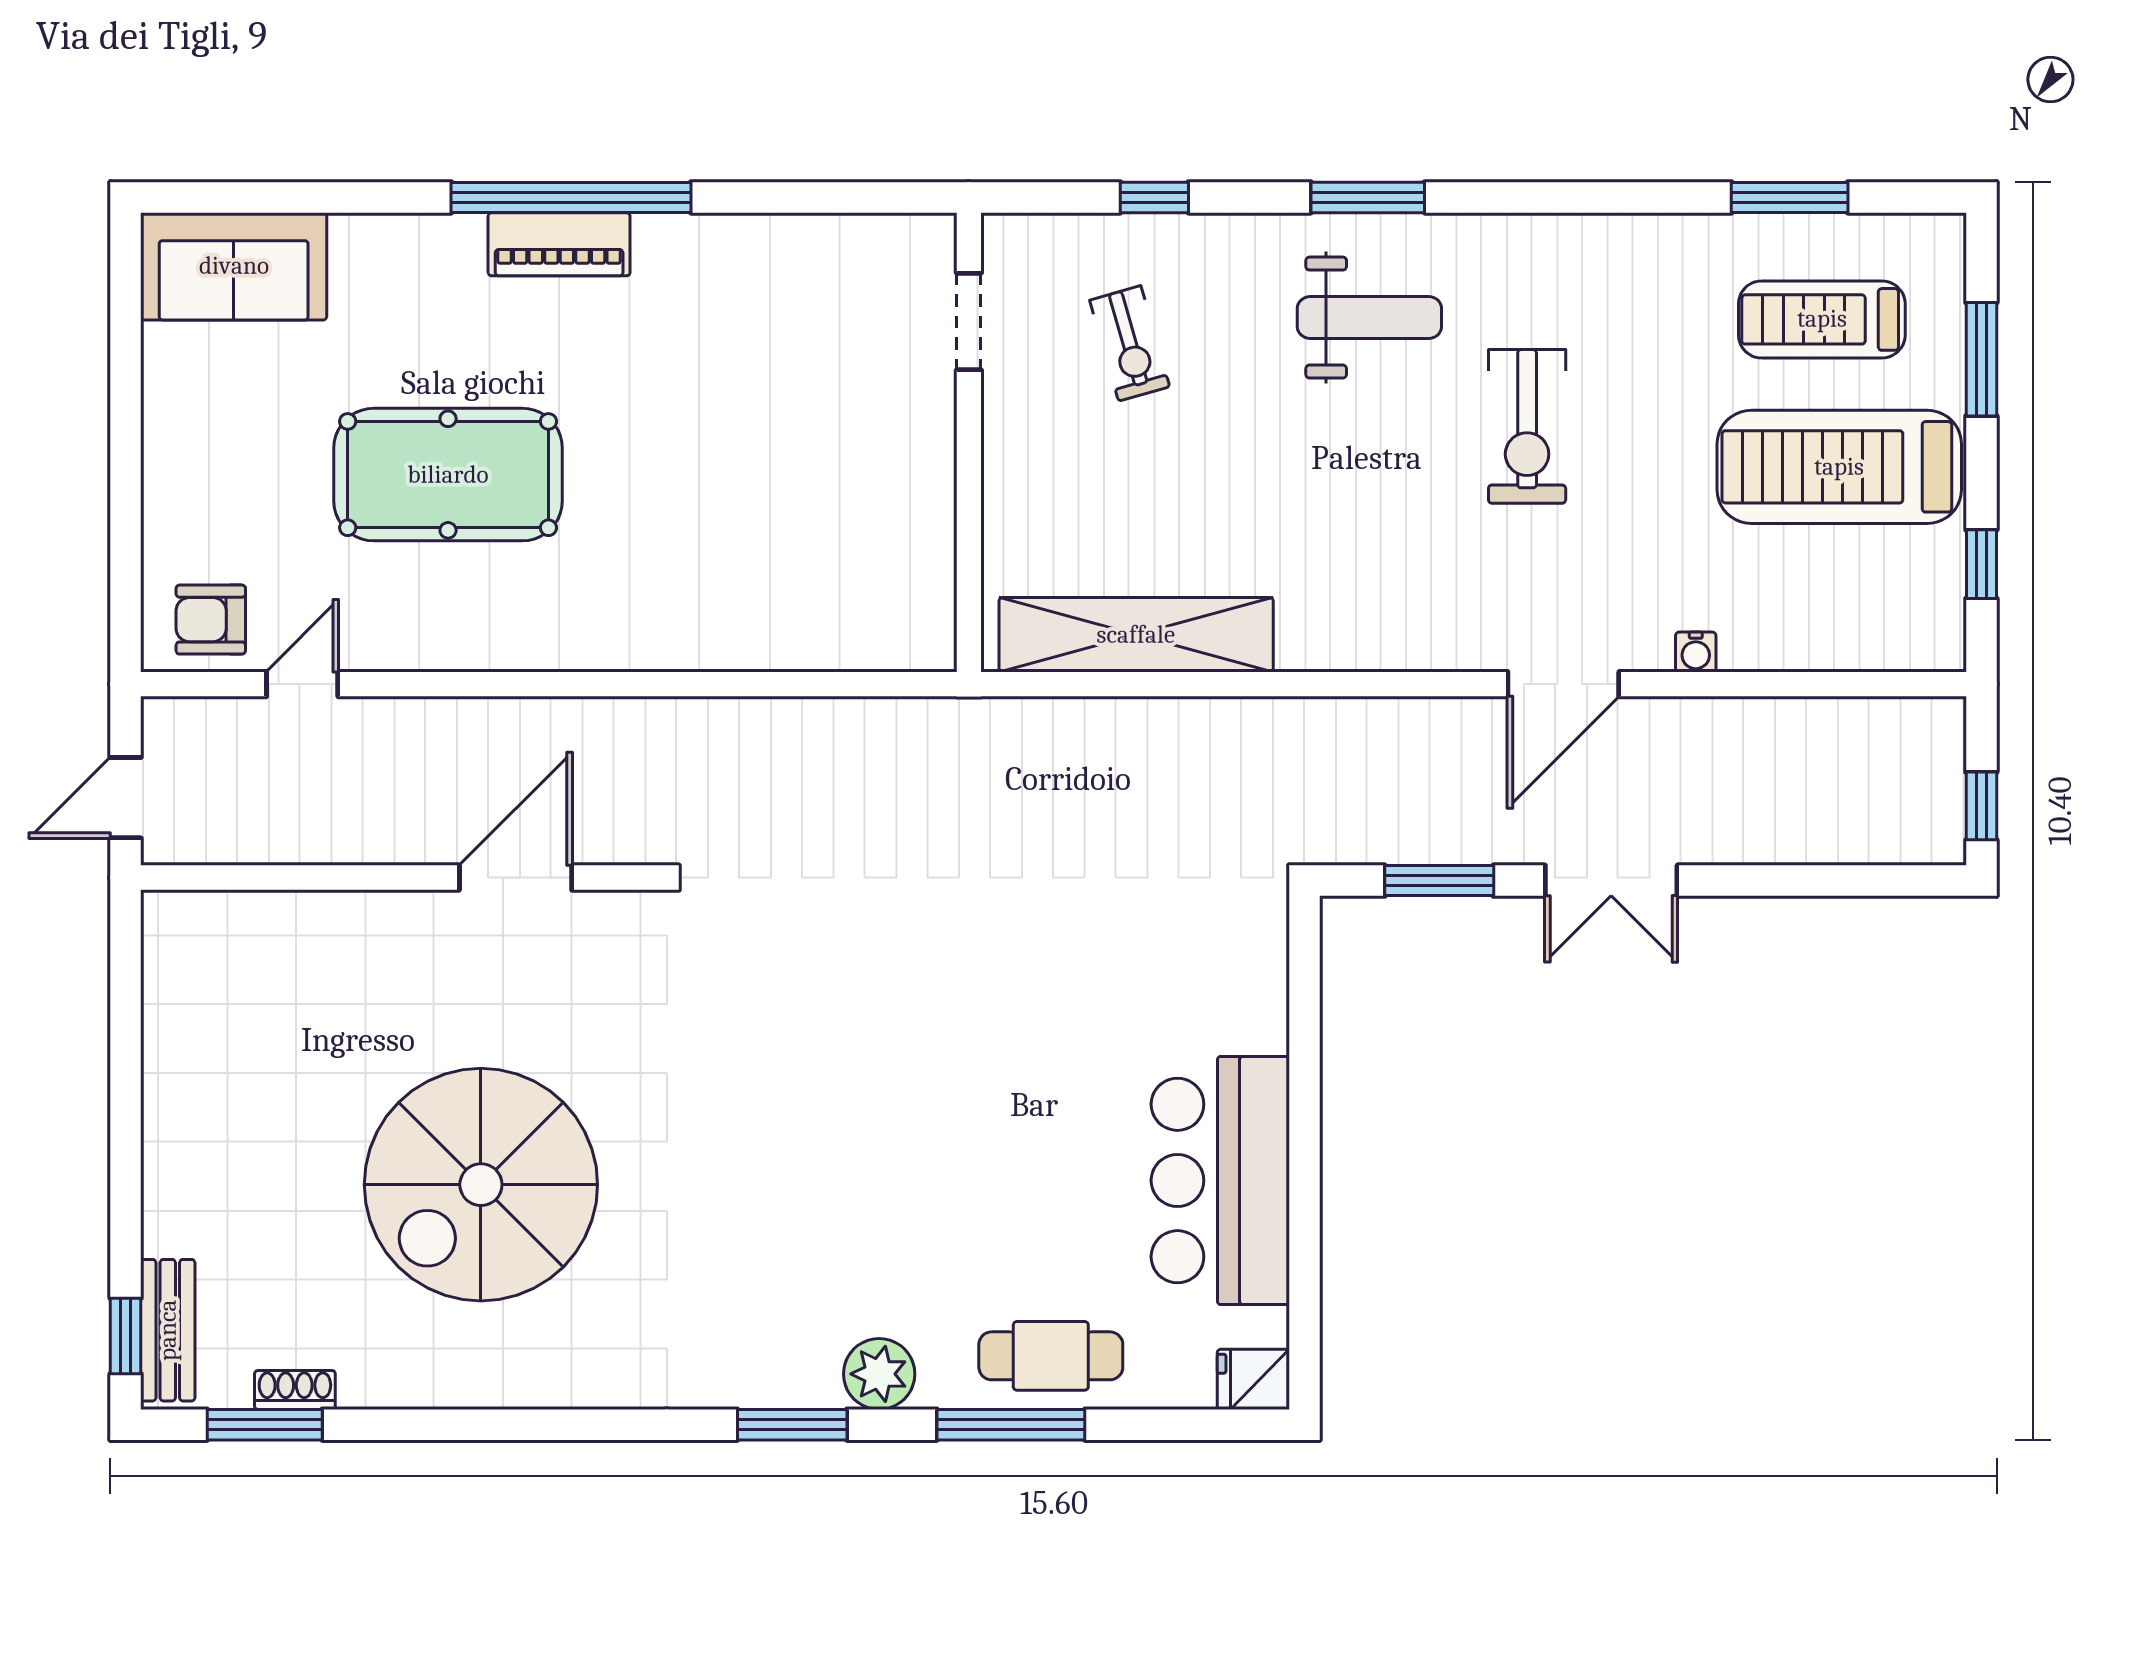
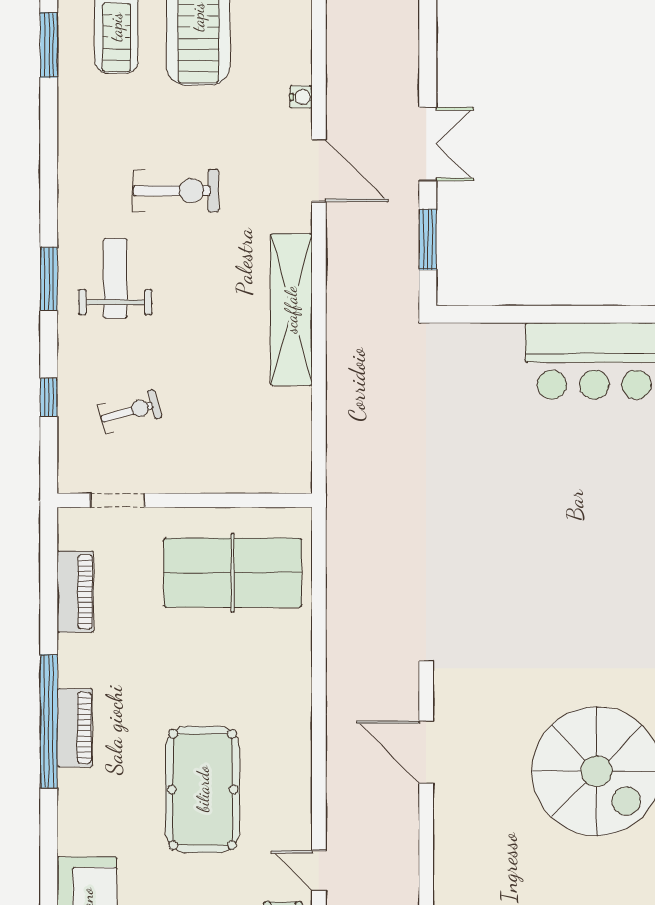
piano: (804, 245) -> (75, 592), added
table tennis table: (839, 529) -> (233, 573), added
shelving: (1136, 635) -> (291, 310), moved

